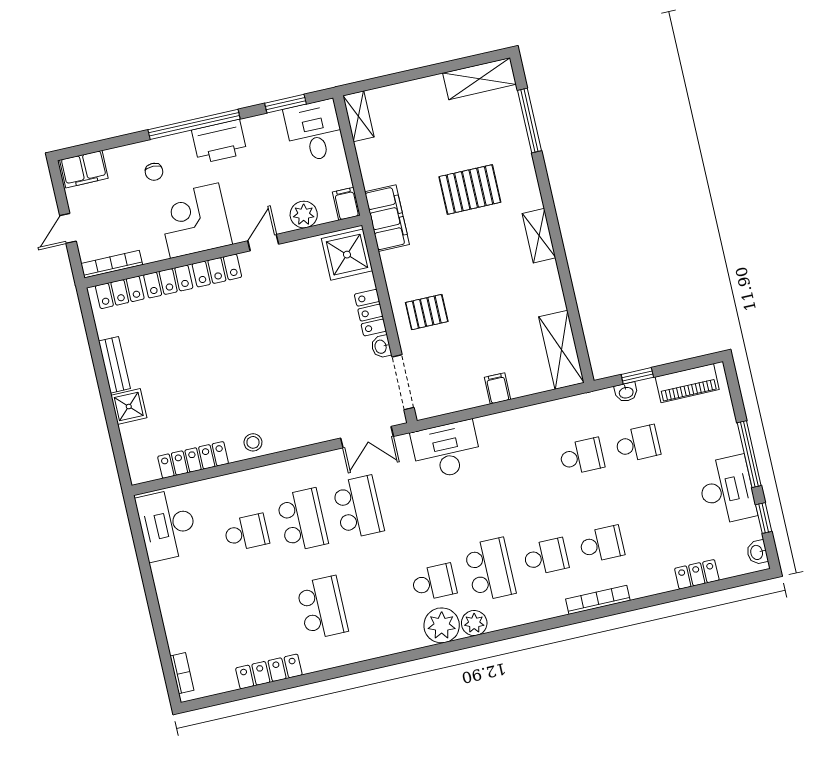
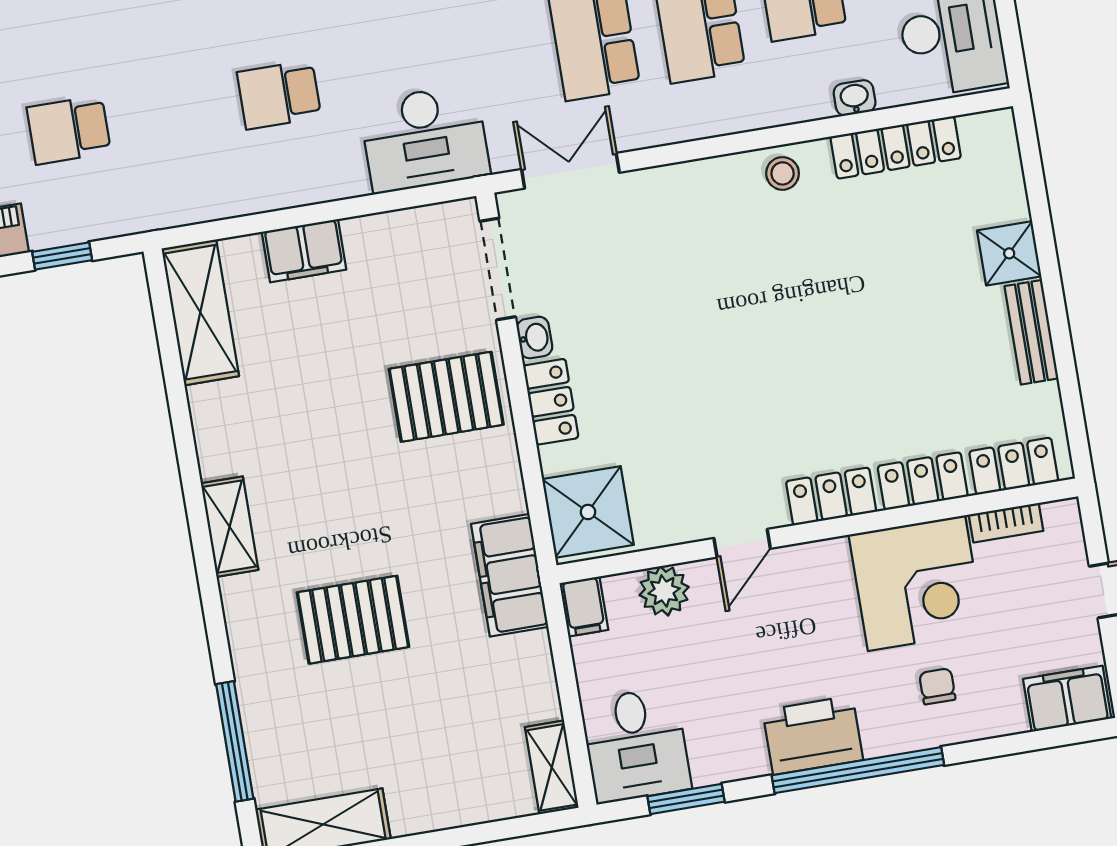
corner desk: (195, 221) -> (917, 583), moved
bookcase: (112, 264) -> (1006, 523), width x0.64
pallet: (427, 312) -> (446, 397), width x1.50, depth x1.42
filing cabinet: (497, 388) -> (304, 251), width x2.00
washbasin: (626, 392) -> (855, 98), moved
school desk: (582, 456) -> (279, 95), moved

